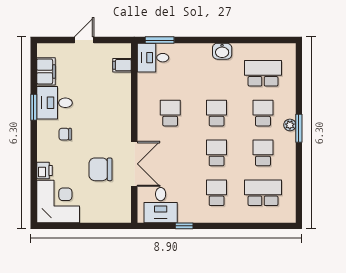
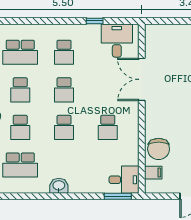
chair: (101, 169) -> (159, 149), moved, turned 90

